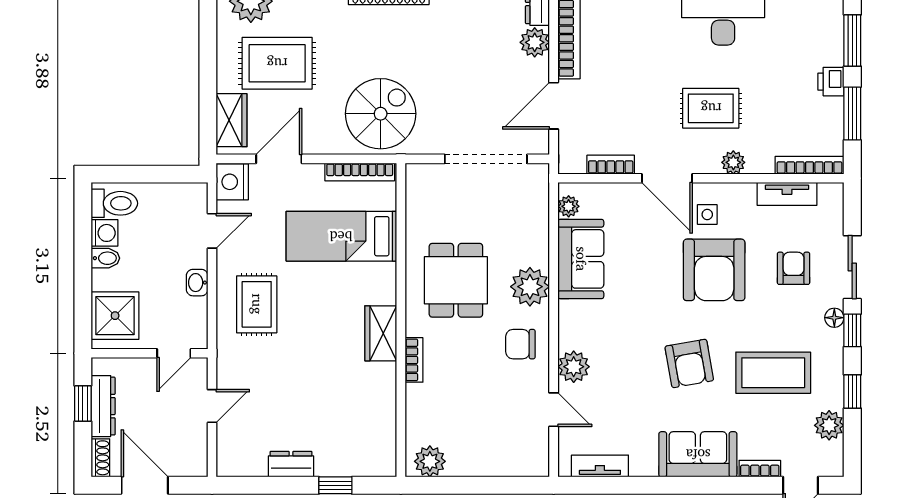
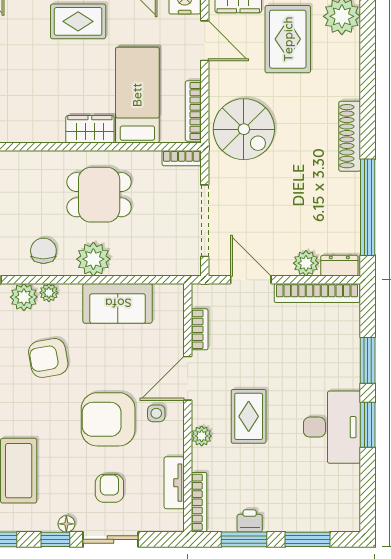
printer: (831, 82) -> (250, 521), moved
plant: (569, 206) -> (49, 293), moved
armchair: (794, 268) -> (109, 488), turned -90
wardrobe: (381, 333) -> (90, 129), moved
bookcase: (414, 360) -> (182, 158), moved
armchair: (689, 363) -> (48, 358), moved

